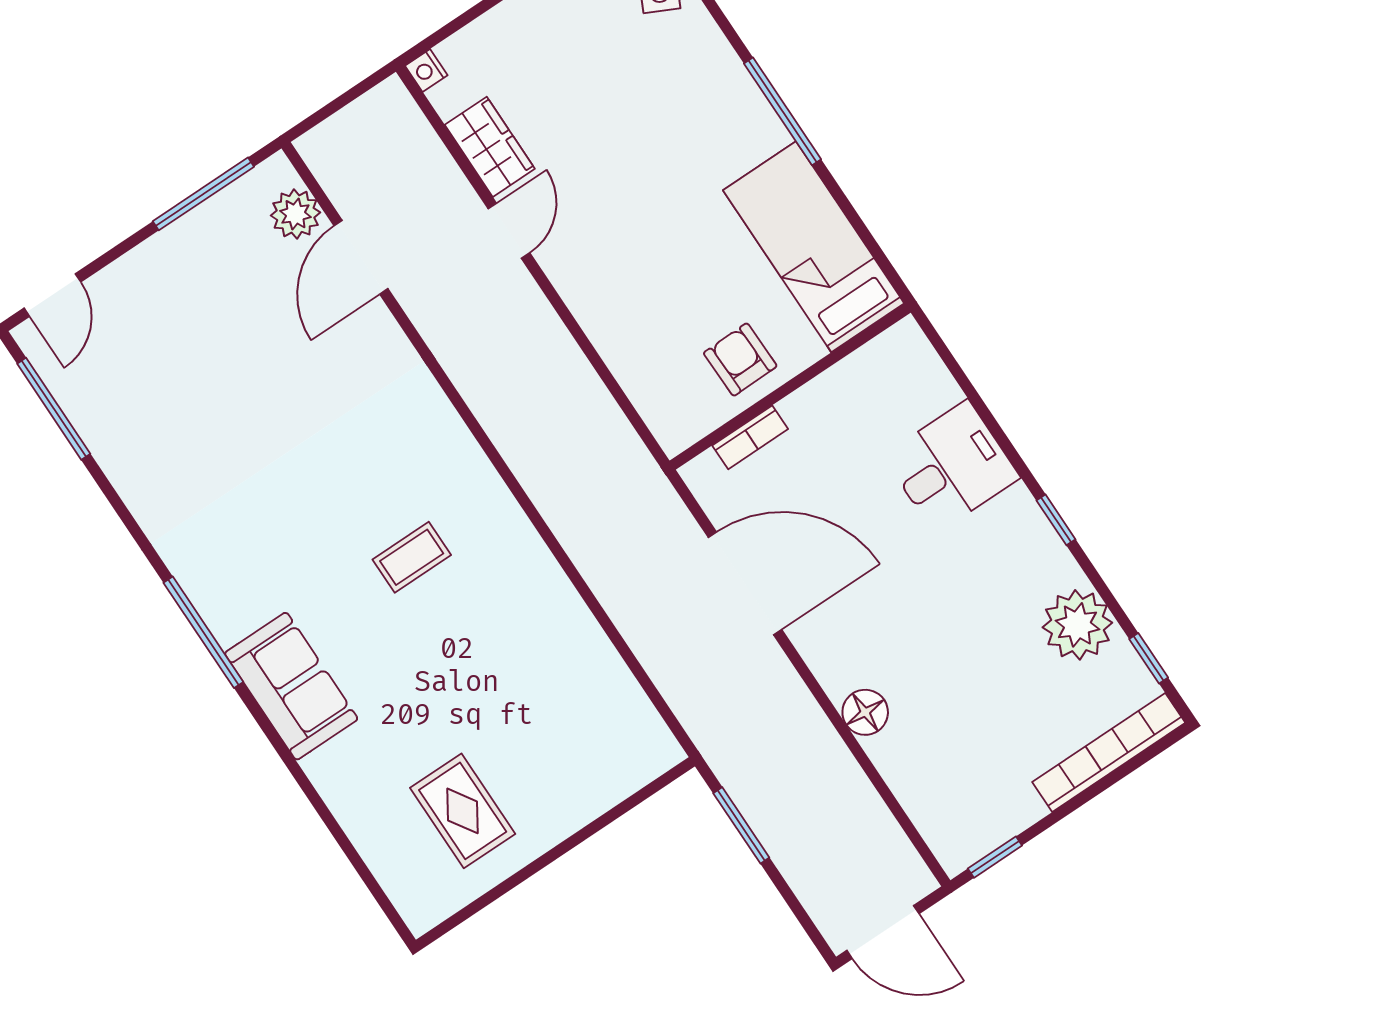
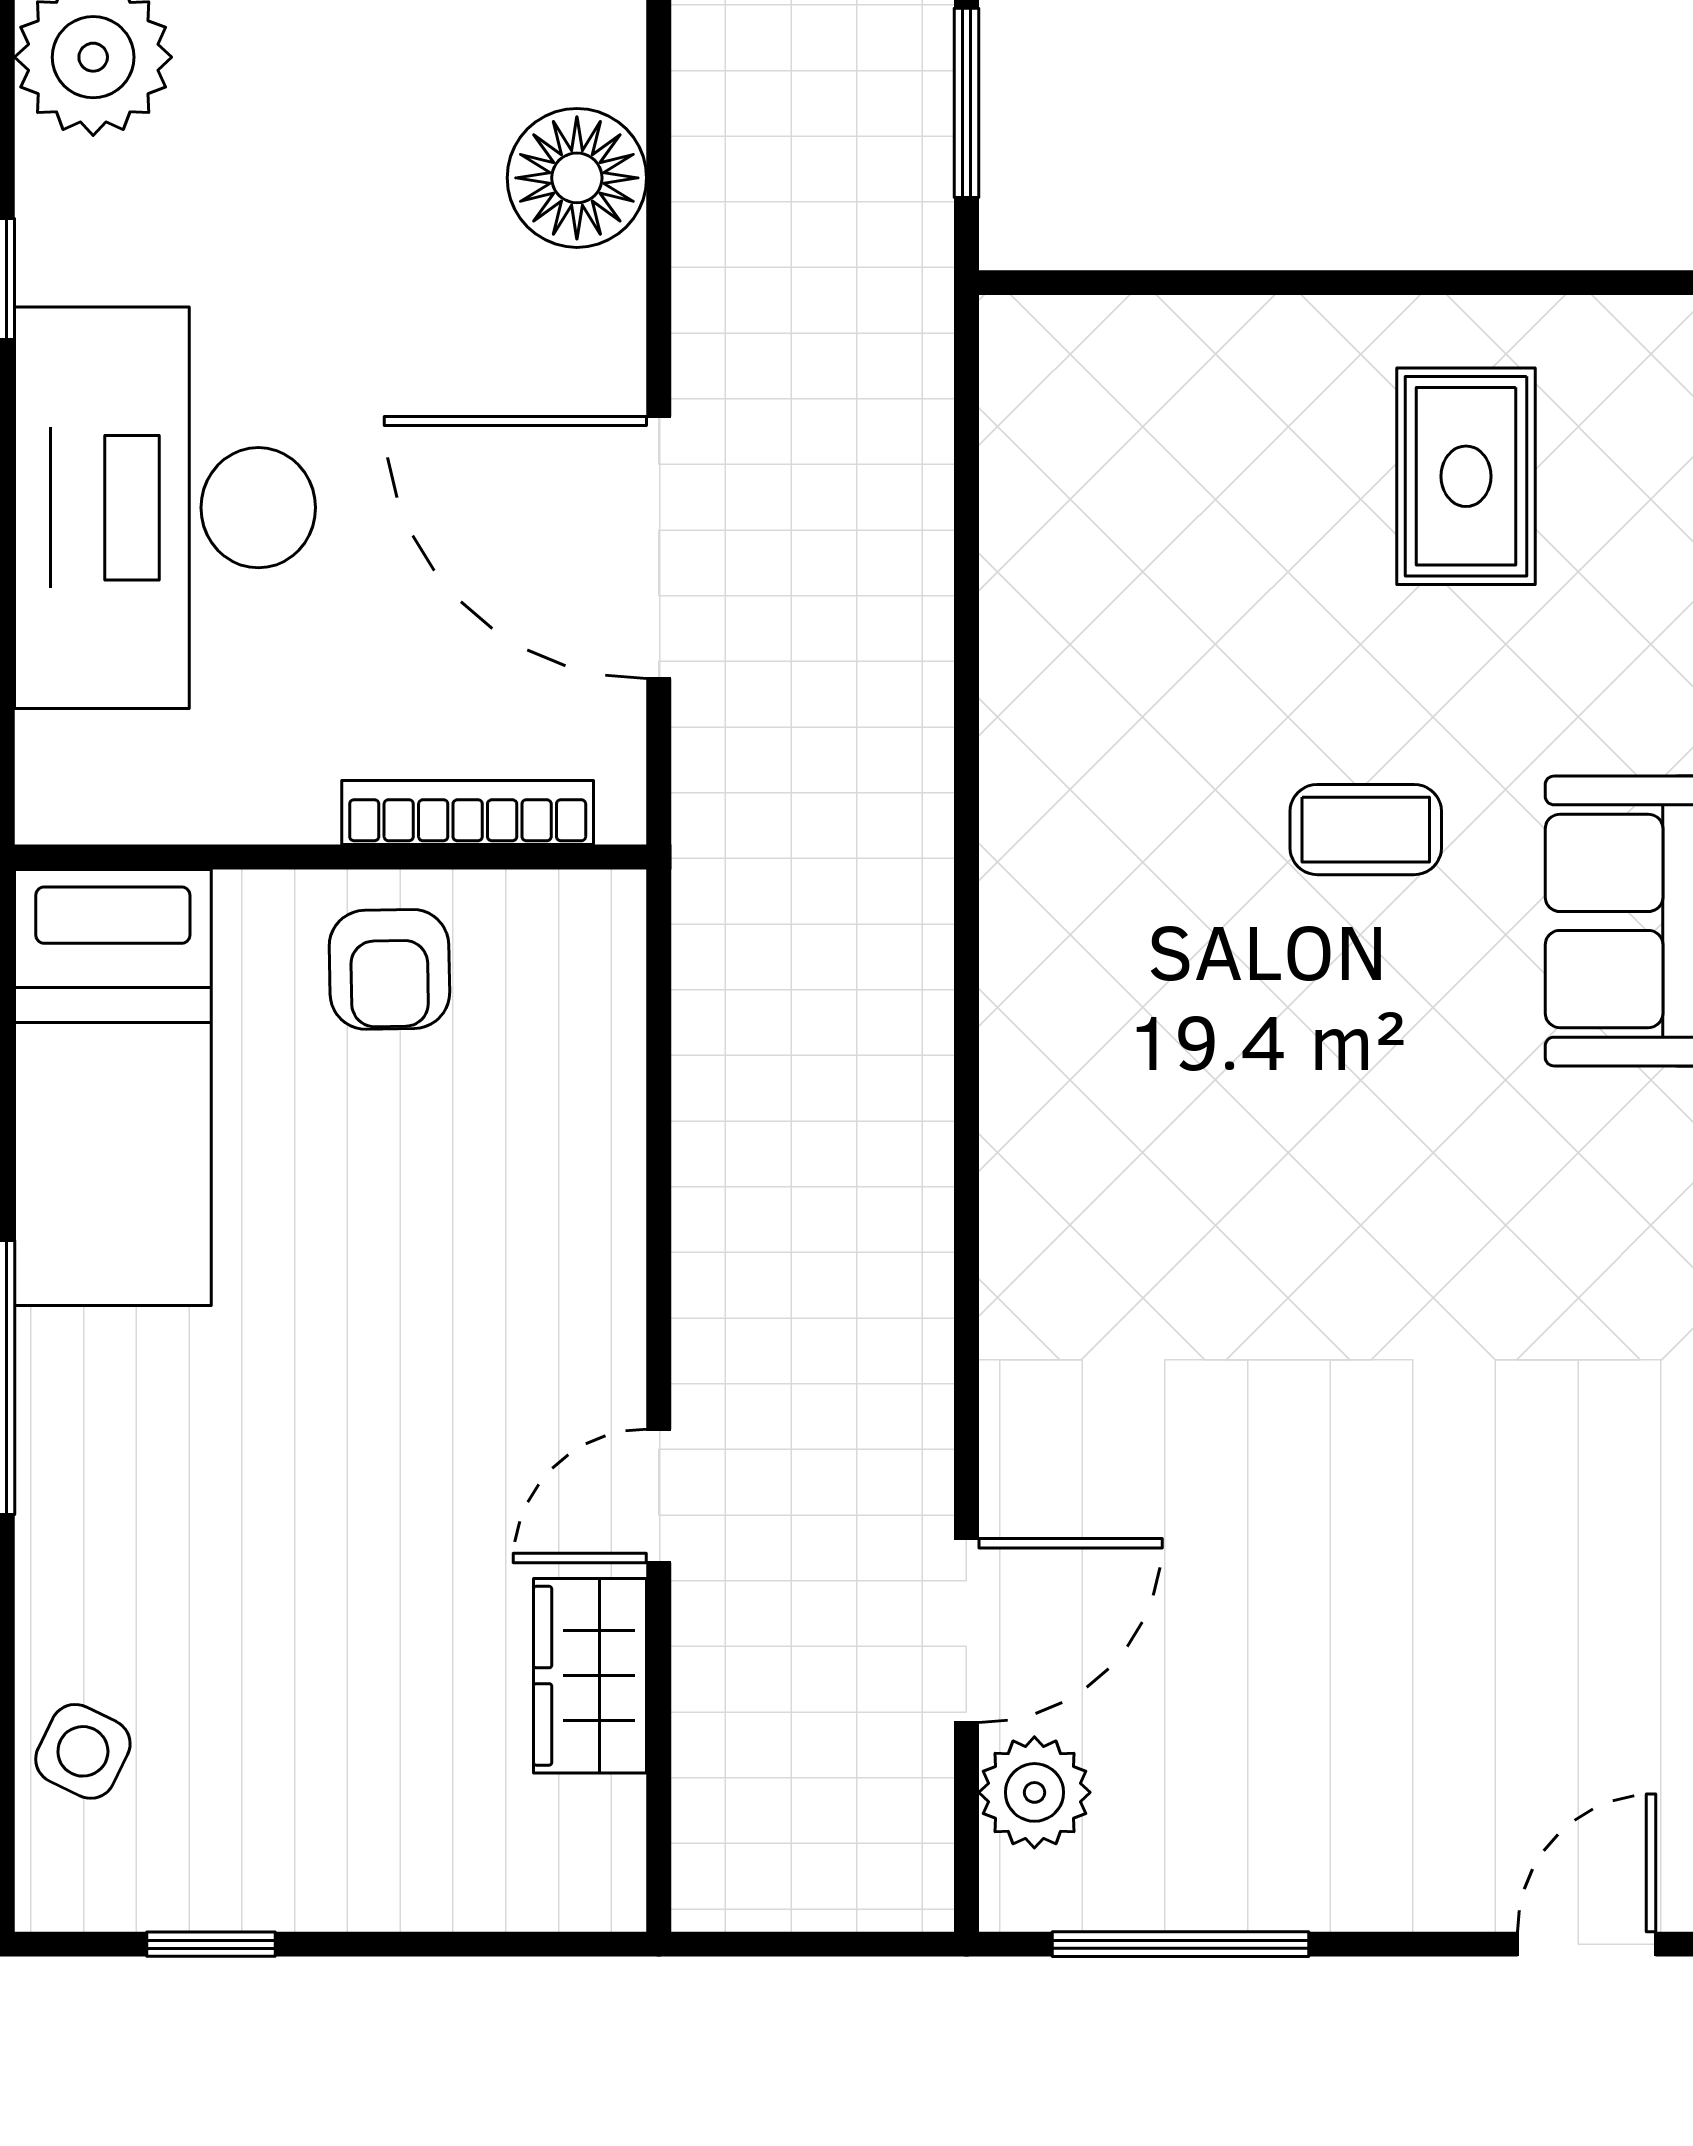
nightstand: (426, 70) -> (613, 1896), removed
bookcase: (750, 437) -> (468, 813), width x1.56
desk: (951, 467) -> (165, 508), width x1.87, depth x1.30
coffee table: (412, 557) -> (1366, 830), moved
floor lamp: (865, 712) -> (577, 178), width x1.38, depth x1.38

